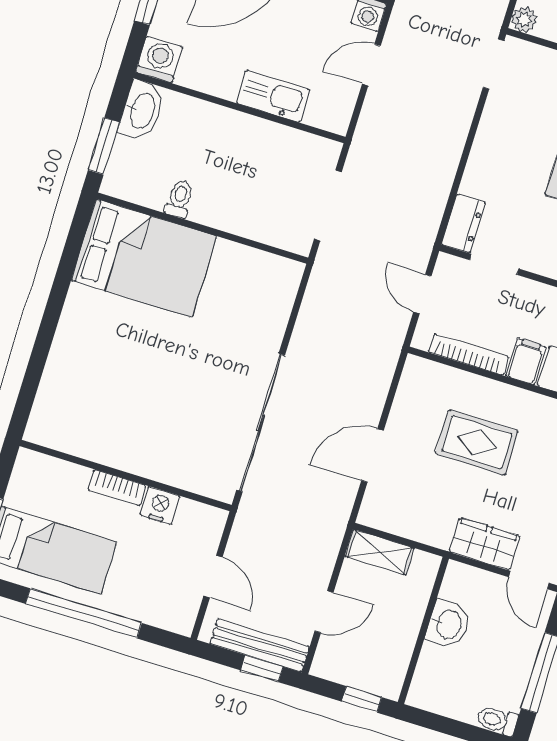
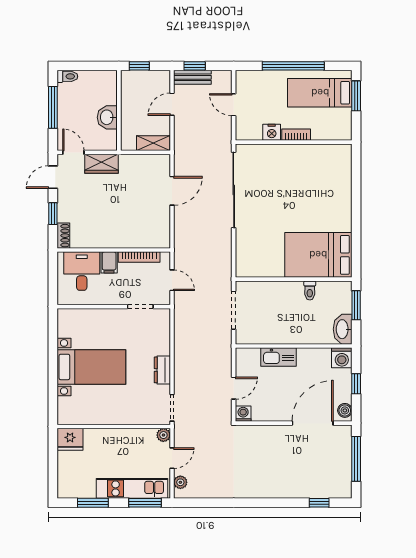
dresser: (463, 223) -> (162, 370), moved
rug: (477, 442) -> (121, 214), removed
bench: (260, 645) -> (192, 77), width x0.73

